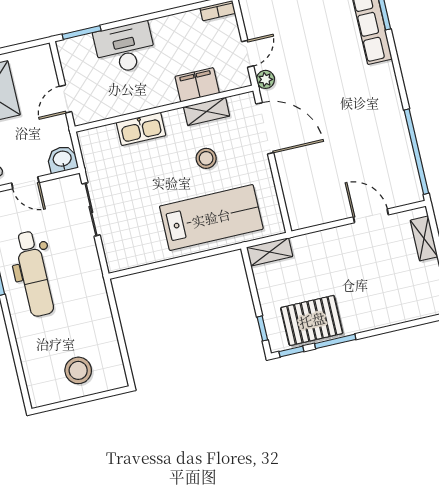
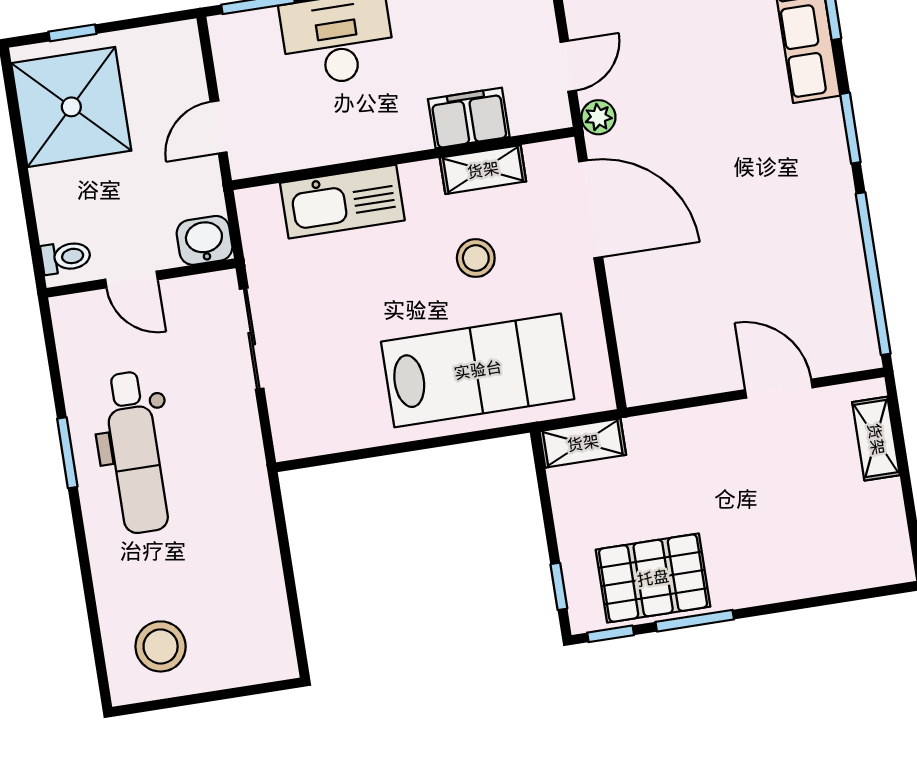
window: (399, 76) -> (850, 128), added
kitchen sink: (141, 129) -> (342, 202), width x1.36, depth x1.24
stool: (78, 370) -> (161, 646), moved

